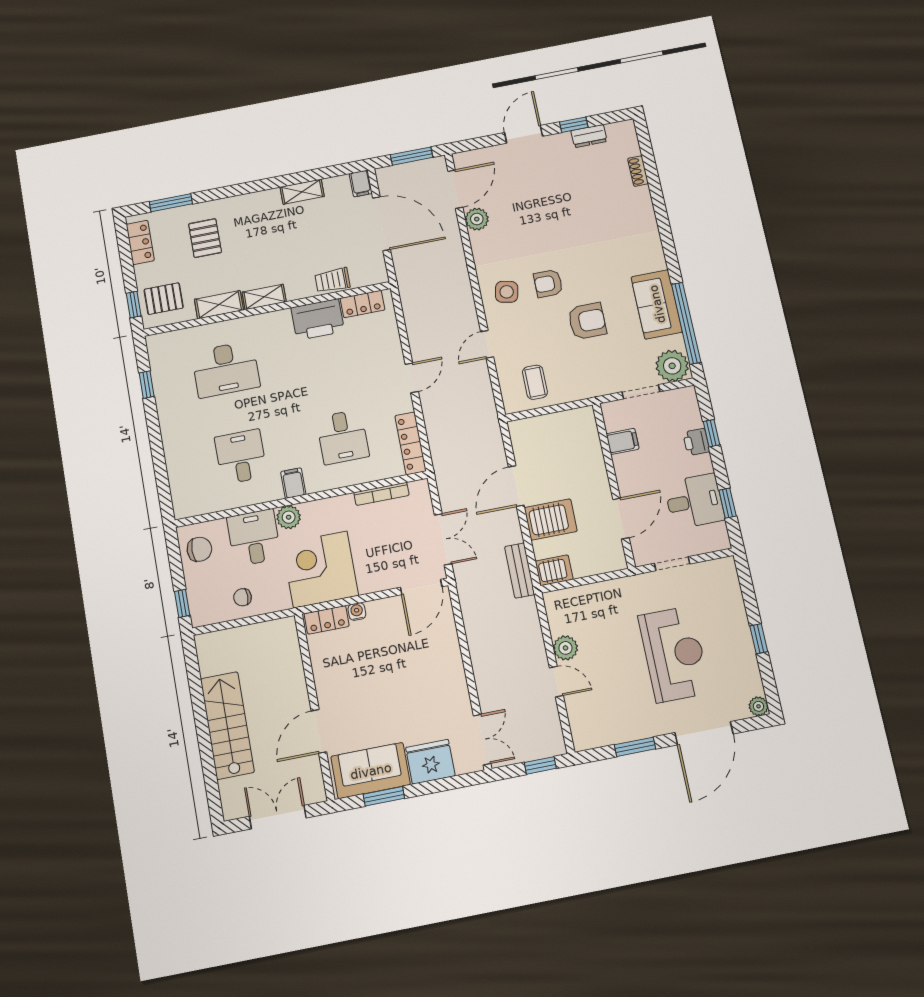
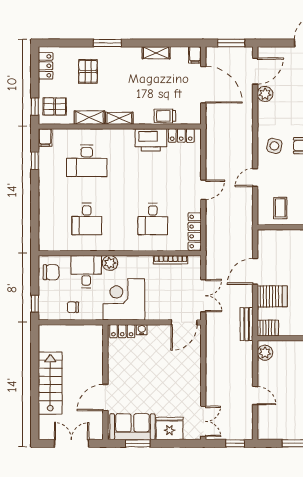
window: (171, 203) -> (107, 43), moved
desk: (241, 457) -> (87, 219), turned 180
filing cabinet: (293, 483) -> (45, 138), moved, turned 180
plant: (565, 648) -> (265, 353), moved

